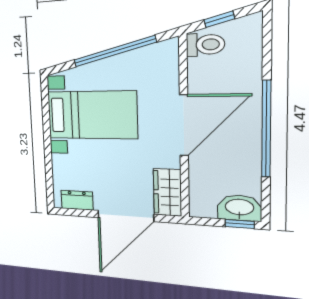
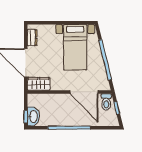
door: (184, 125) -> (84, 92), moved

